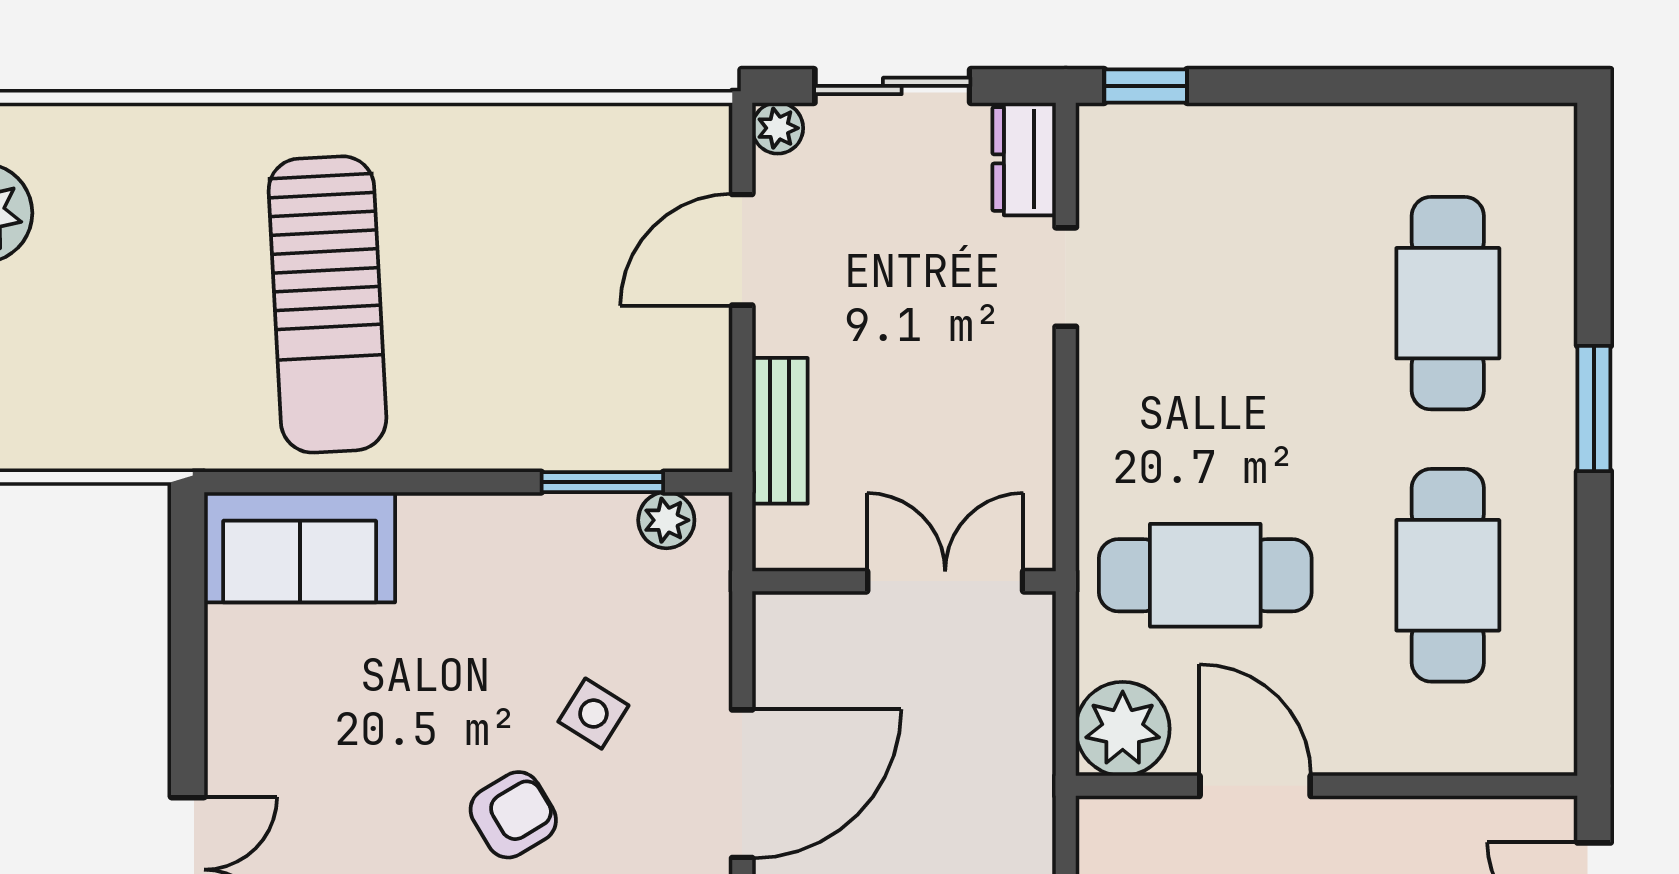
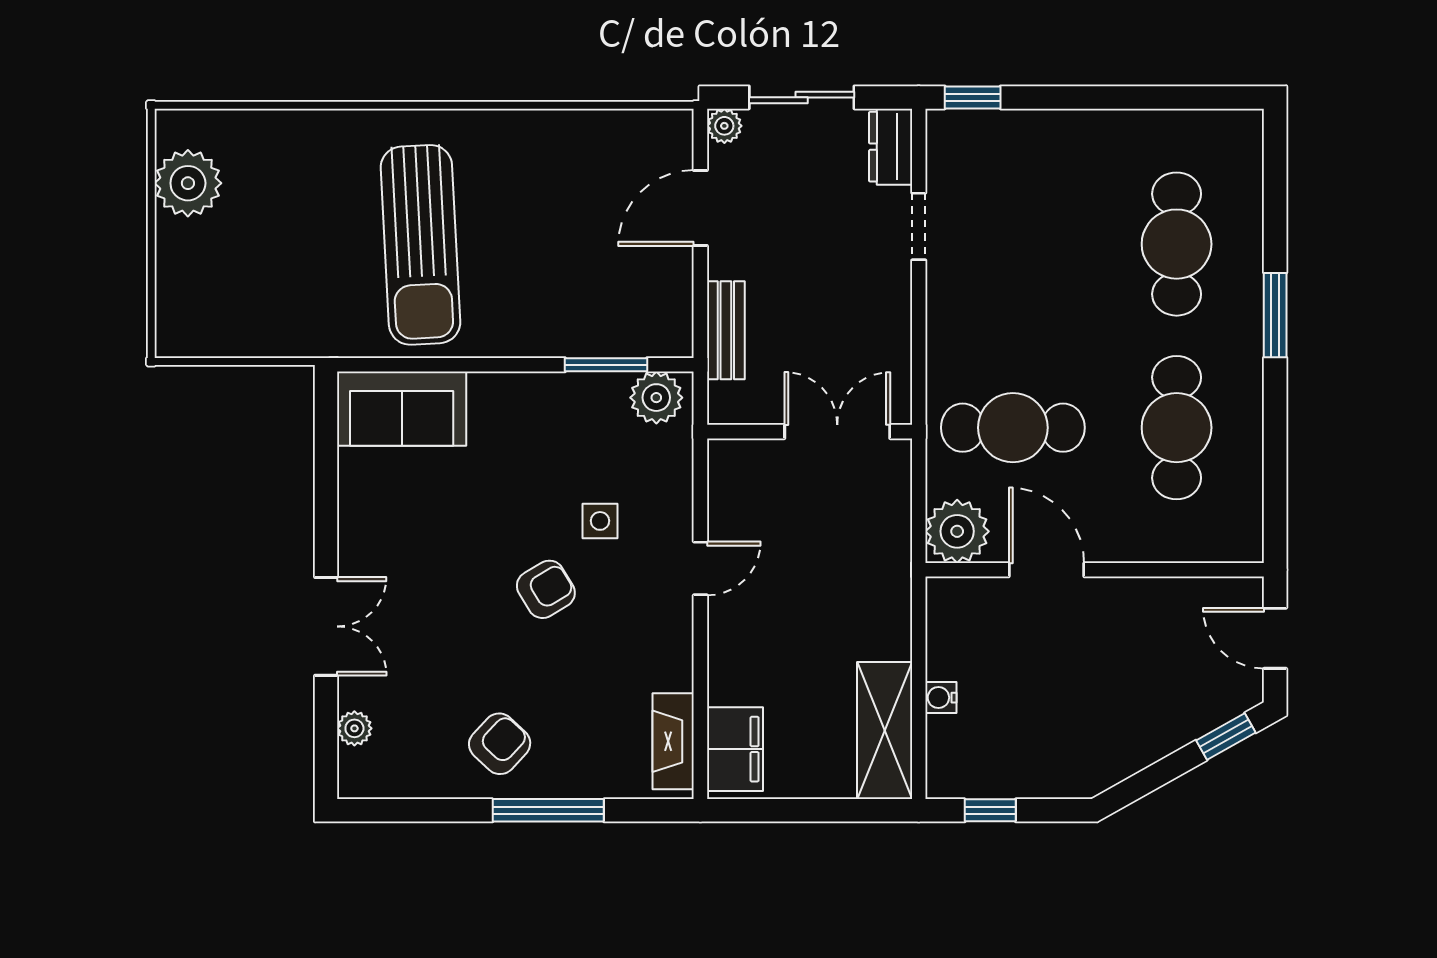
plant: (666, 520) -> (656, 398), width x1.38, depth x1.38
side table: (593, 714) -> (600, 521), turned -32
door: (742, 784) -> (700, 568), width x0.53

